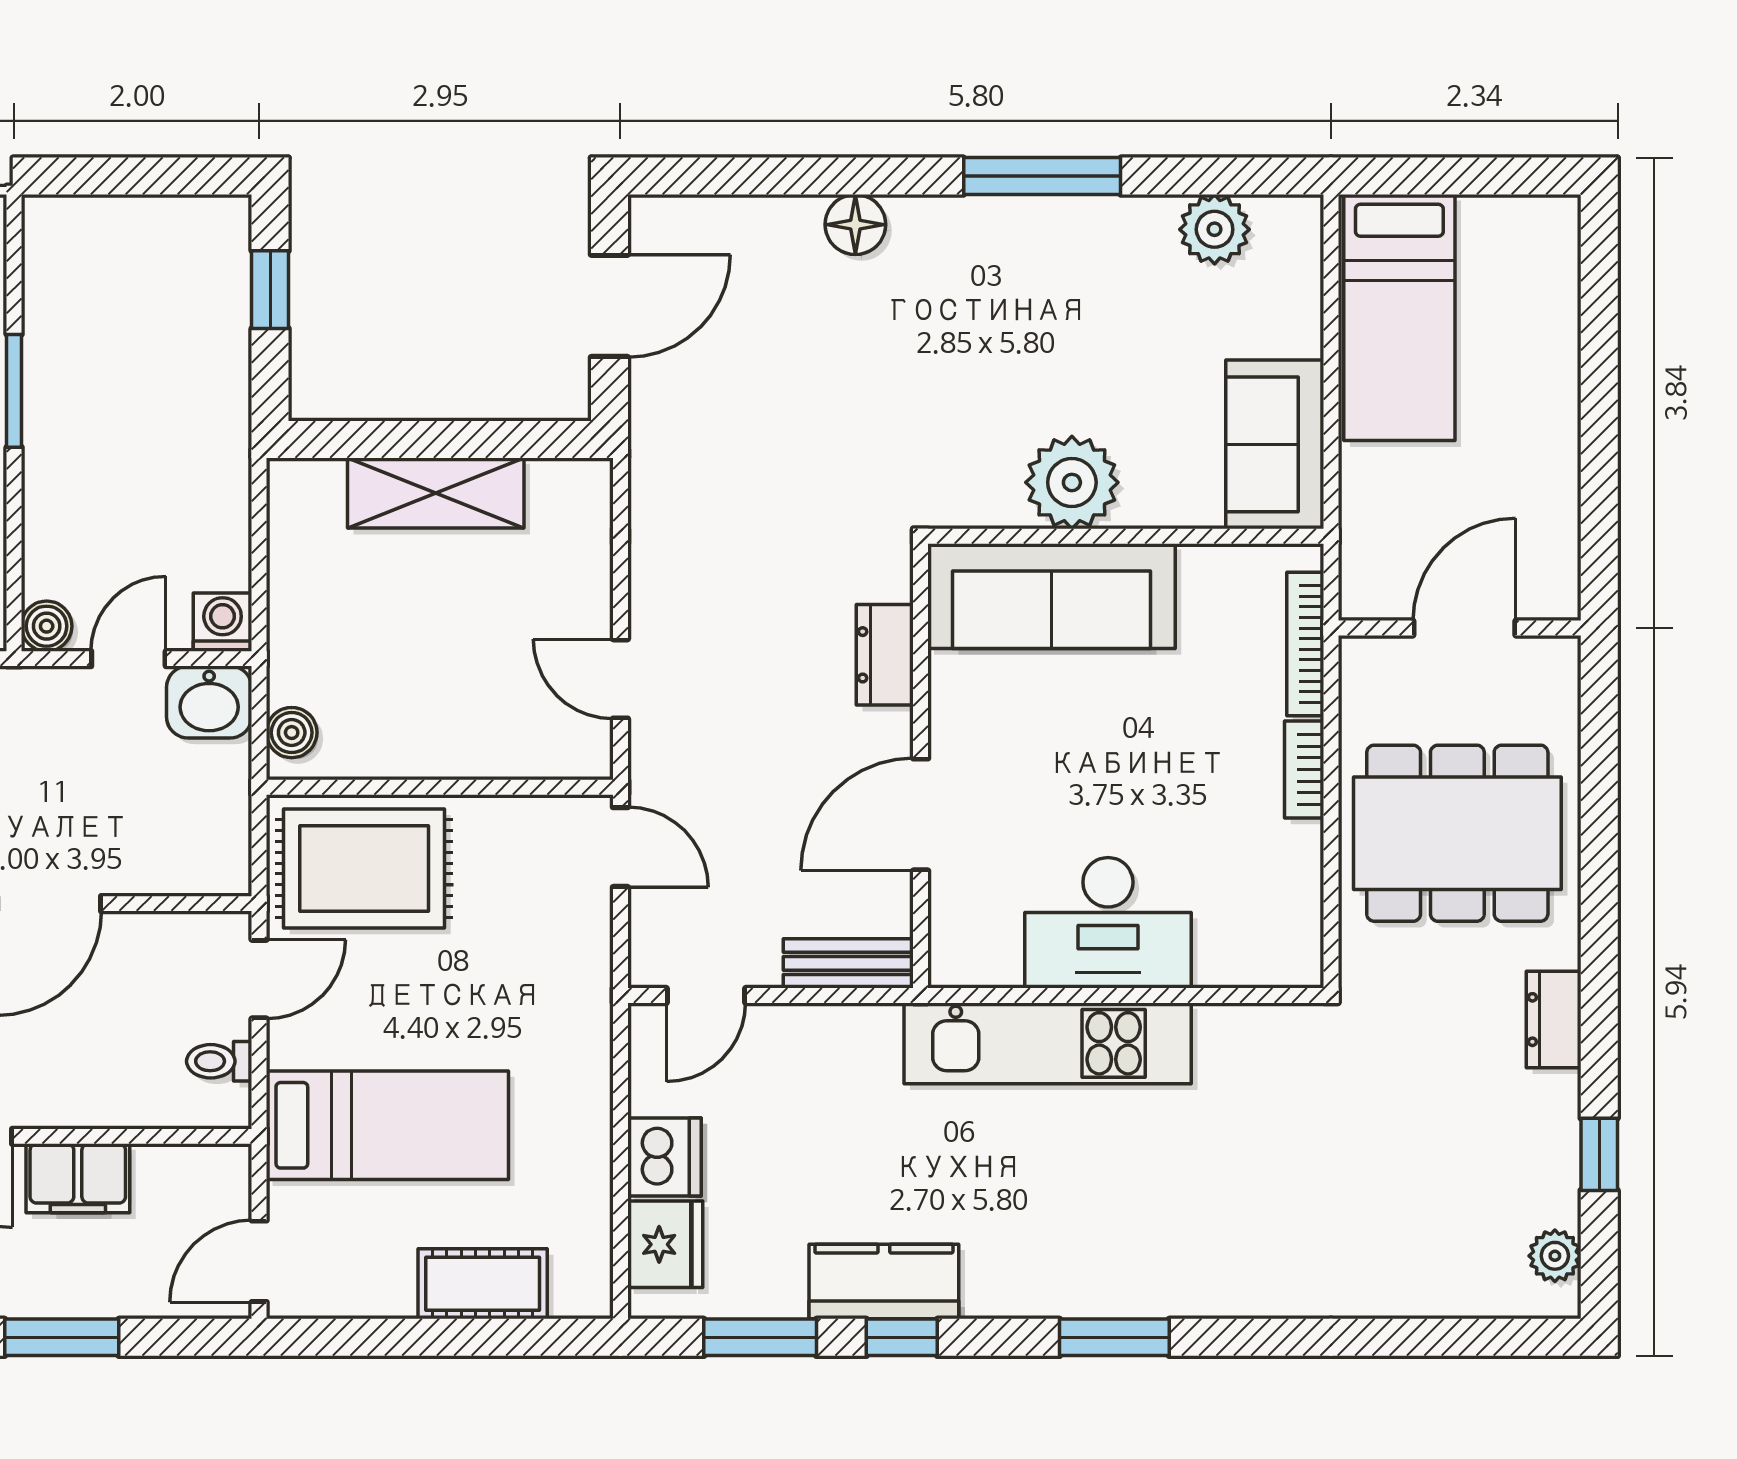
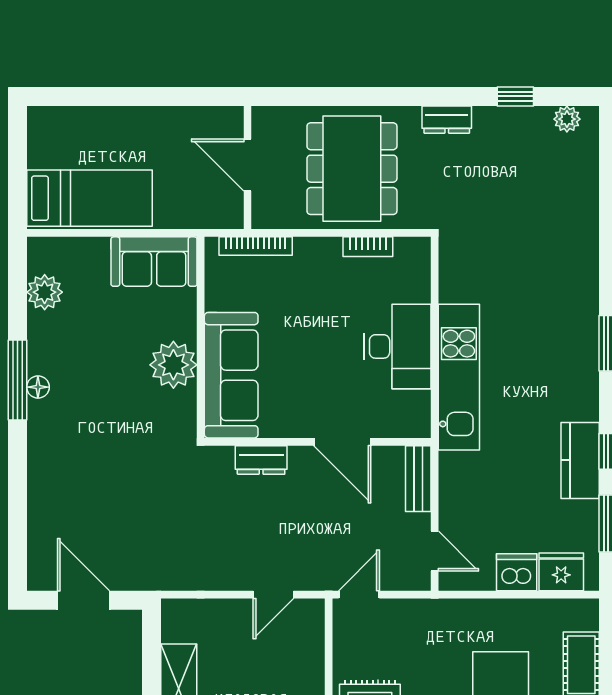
floor lamp: (855, 225) -> (38, 387), moved, width x0.73, depth x0.73
bookcase: (1304, 769) -> (368, 247), moved

